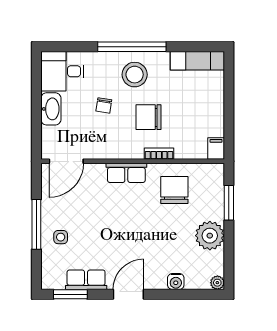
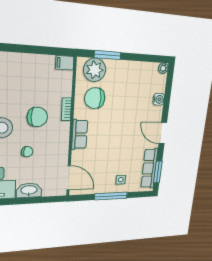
chair: (149, 117) -> (37, 117), turned -90
plant: (210, 236) -> (95, 70), moved
row of seats: (86, 280) -> (149, 168), width x1.48

